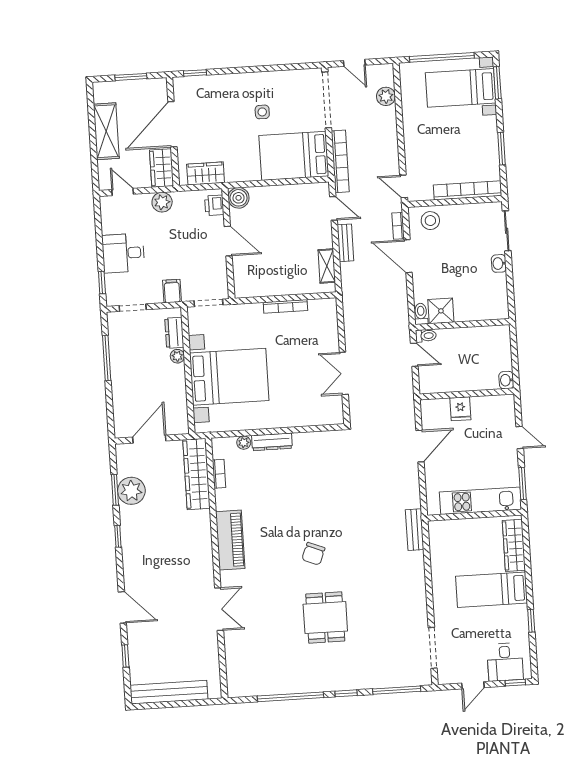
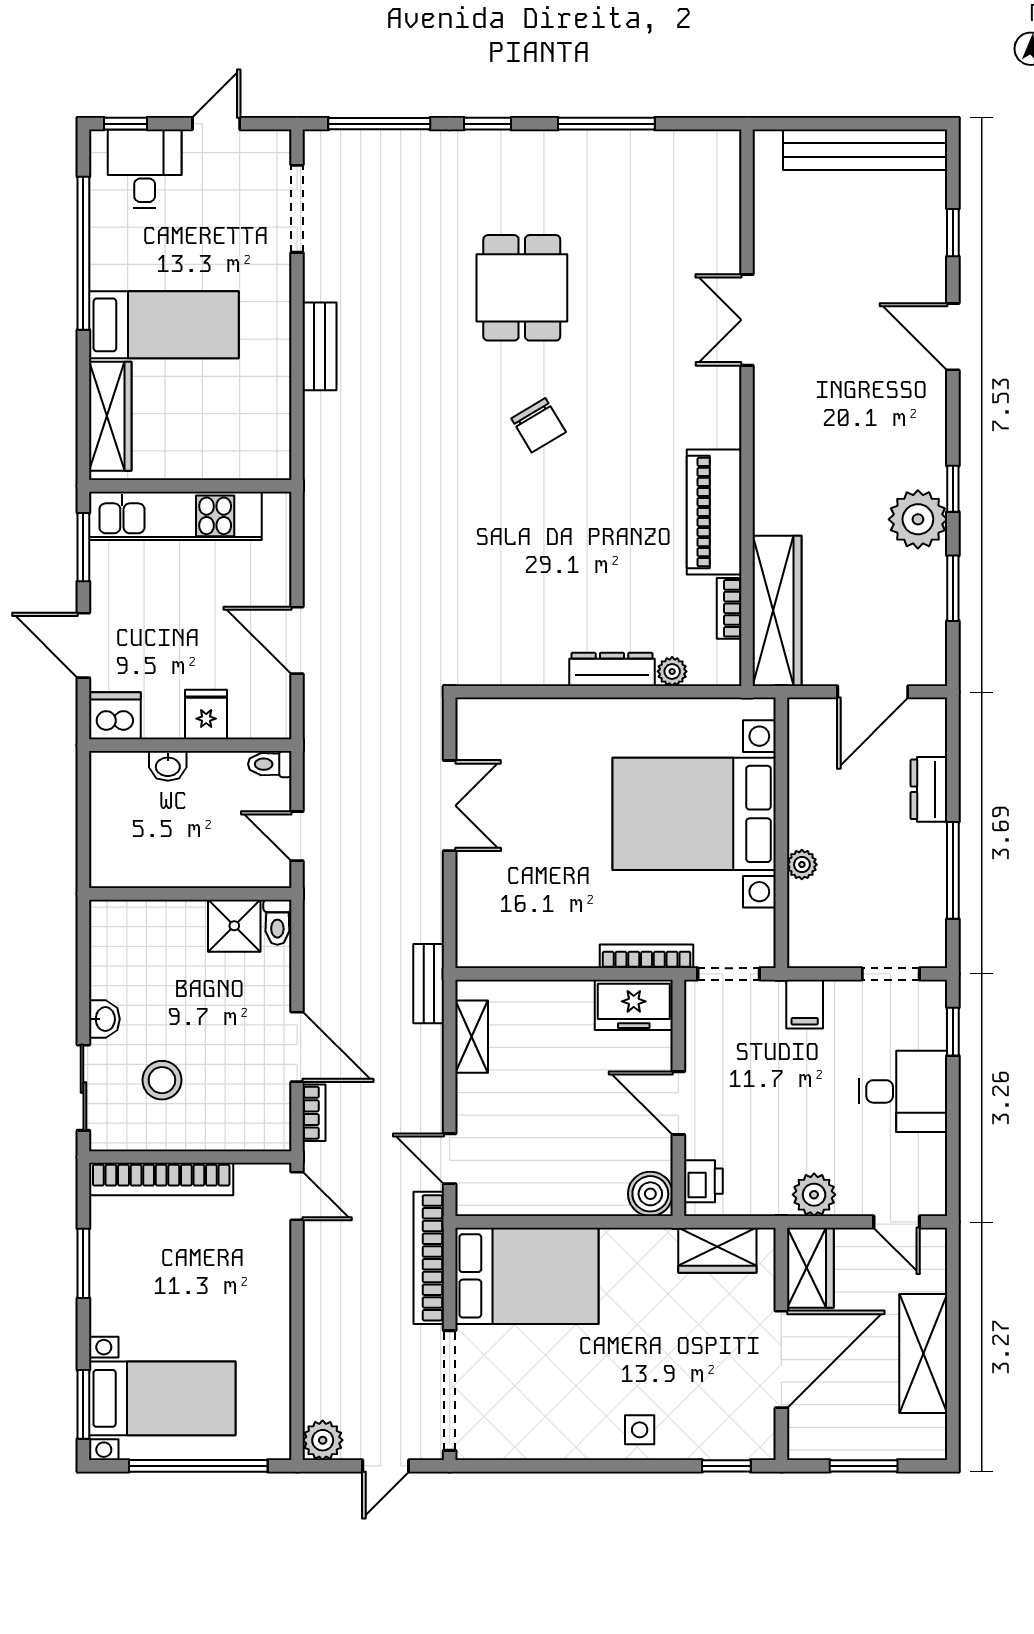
door: (354, 63) -> (386, 1466), swing flipped
plant: (386, 96) -> (323, 1440), moved
side table: (262, 112) -> (640, 1430), moved
stool: (430, 221) -> (162, 1080), moved
bench: (345, 243) -> (429, 984), moved
freezer: (252, 286) -> (634, 1005), added
bookcase: (285, 306) -> (647, 956), moved
dresser: (174, 333) -> (929, 789), moved, turned 180
toilet: (426, 336) -> (270, 764), moved
washbasin: (506, 380) -> (168, 766), moved, turned 90
dishwasher: (503, 406) -> (115, 716), added
door: (520, 437) -> (83, 645), width x1.38
door: (420, 446) -> (297, 640), hinge flipped
plant: (131, 491) -> (918, 519), moved
bench: (415, 530) -> (320, 346), moved
piano: (230, 540) -> (714, 512), moved
chair: (313, 554) -> (539, 425), turned 127
window: (531, 621) -> (83, 253), width x3.17
window: (291, 697) -> (606, 124), width x0.68

